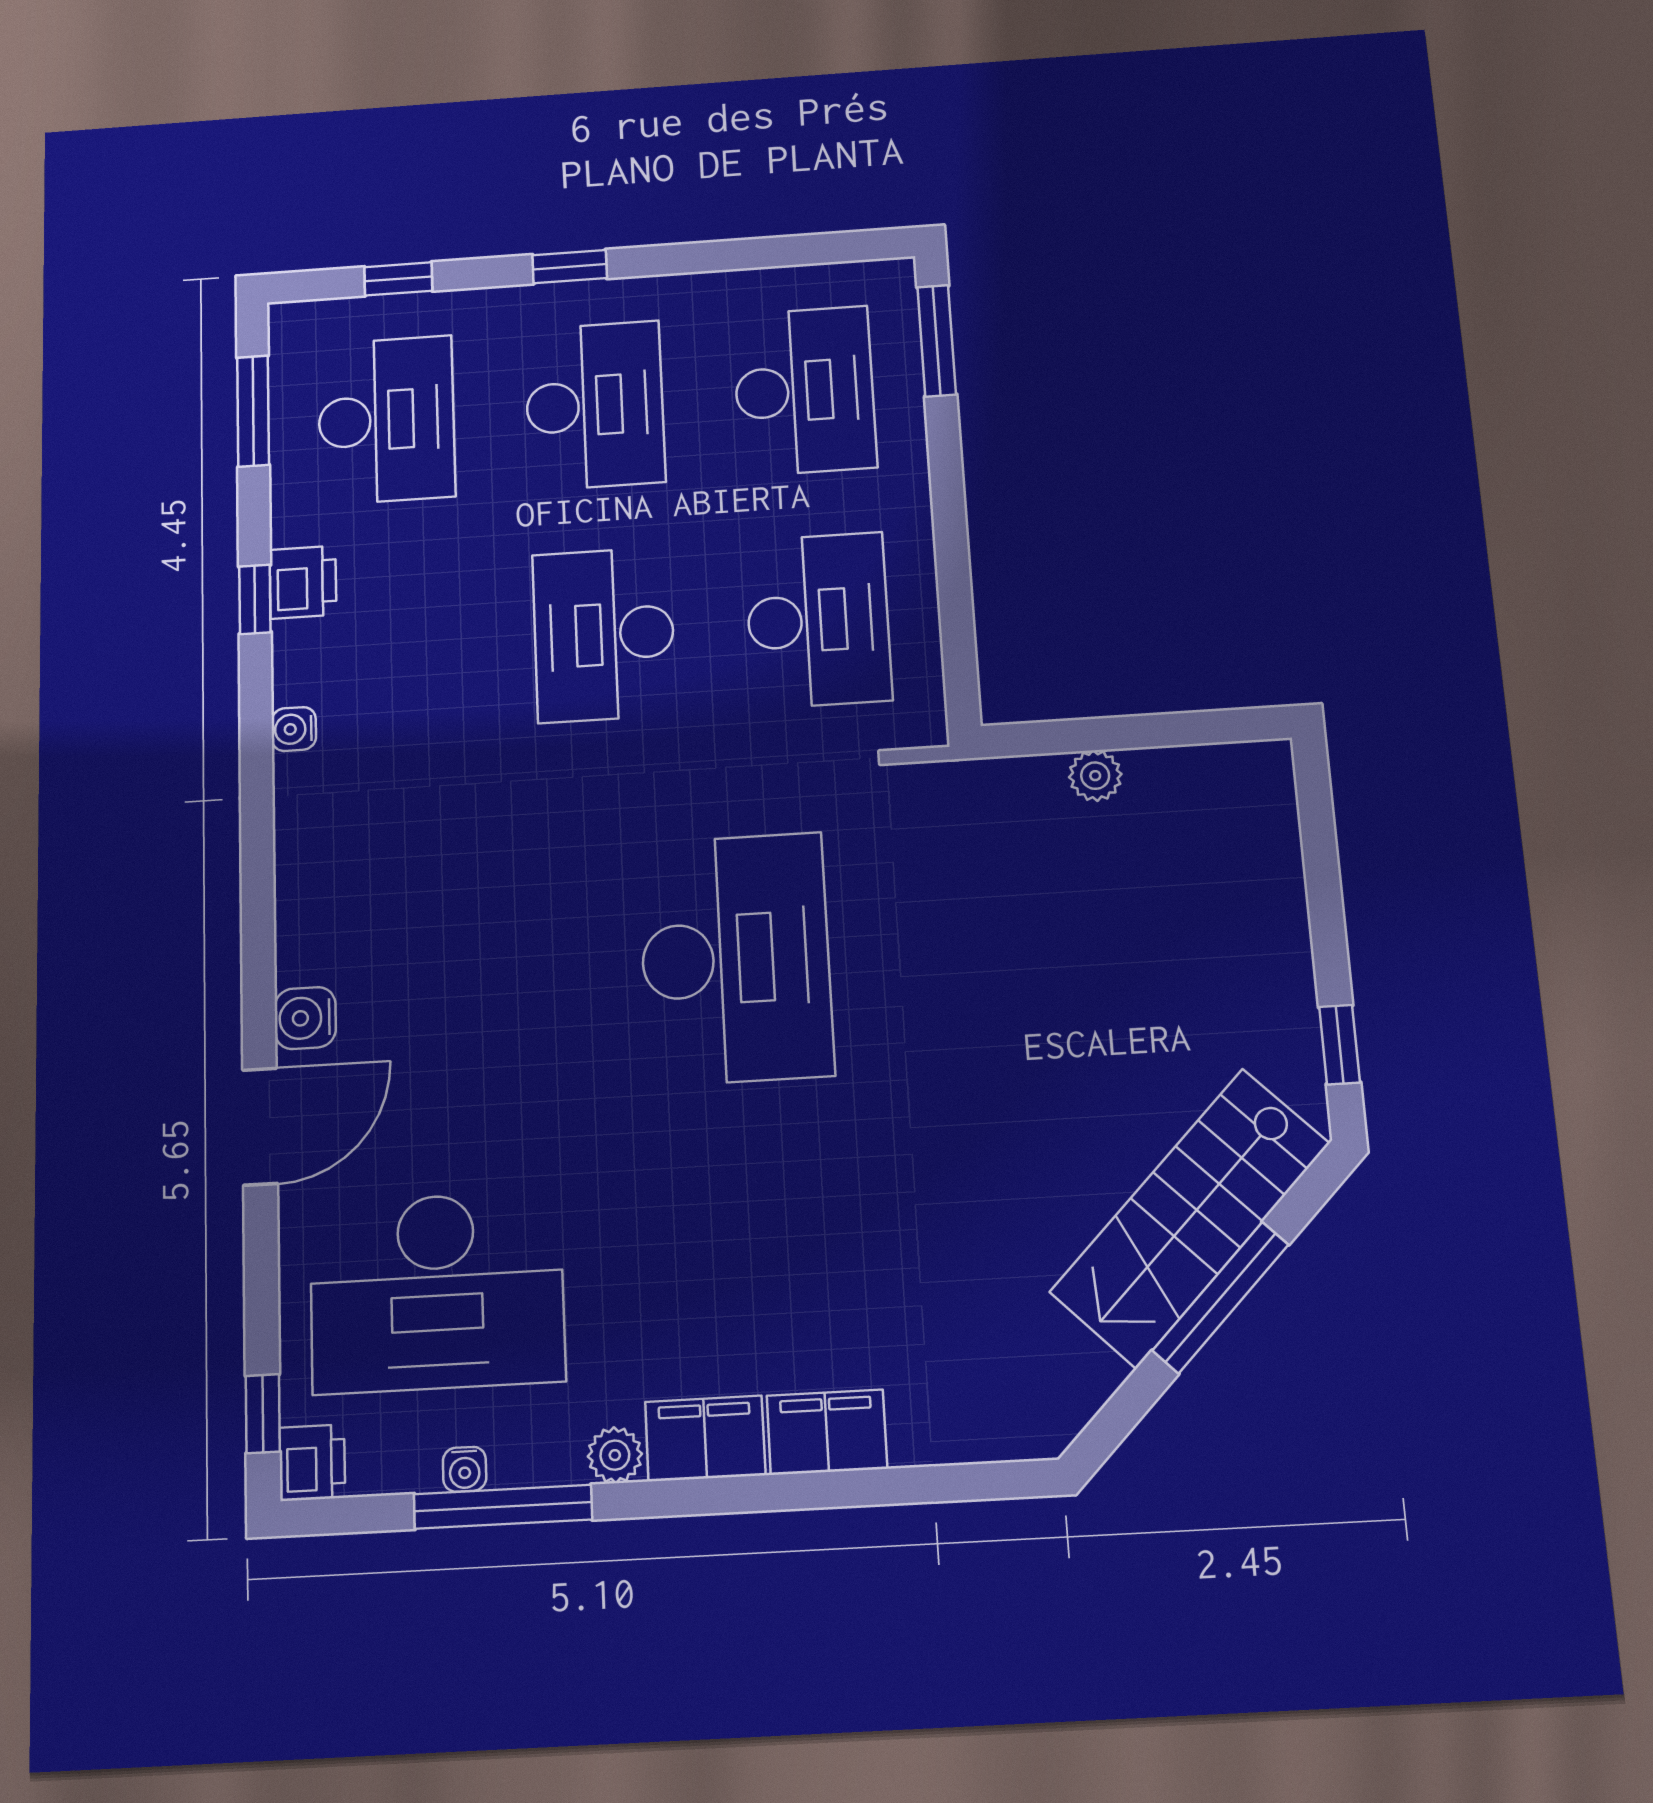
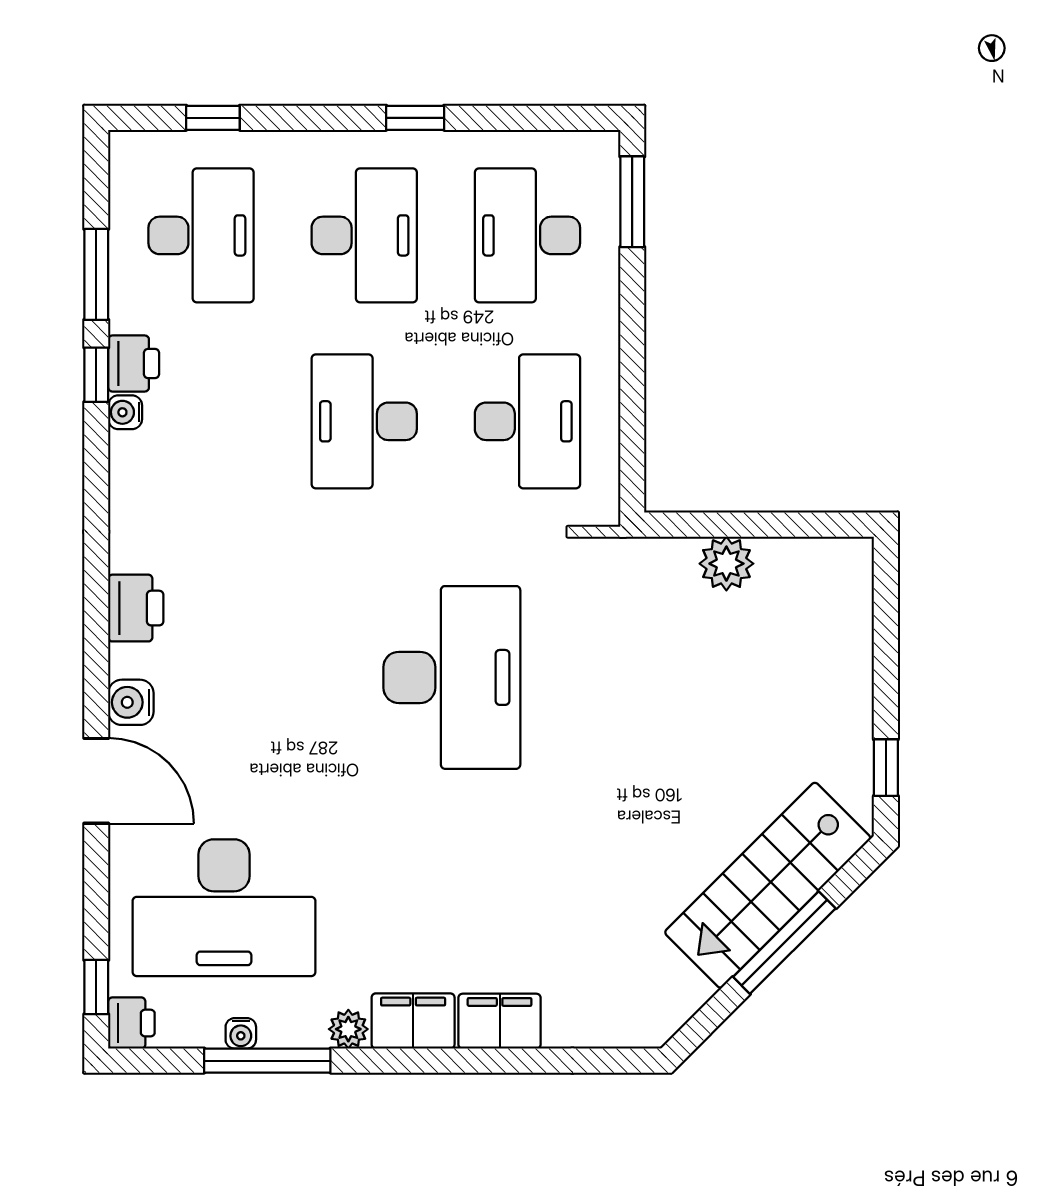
window: (570, 267) -> (415, 118), moved
desk: (804, 391) -> (527, 235), turned 180
window: (253, 411) -> (96, 274), moved
water cooler: (294, 729) -> (125, 412), moved
plant: (1095, 776) -> (726, 564), width x1.38, depth x1.38
printer: (310, 893) -> (136, 608), added
door: (260, 1127) -> (96, 781), hinge flipped

